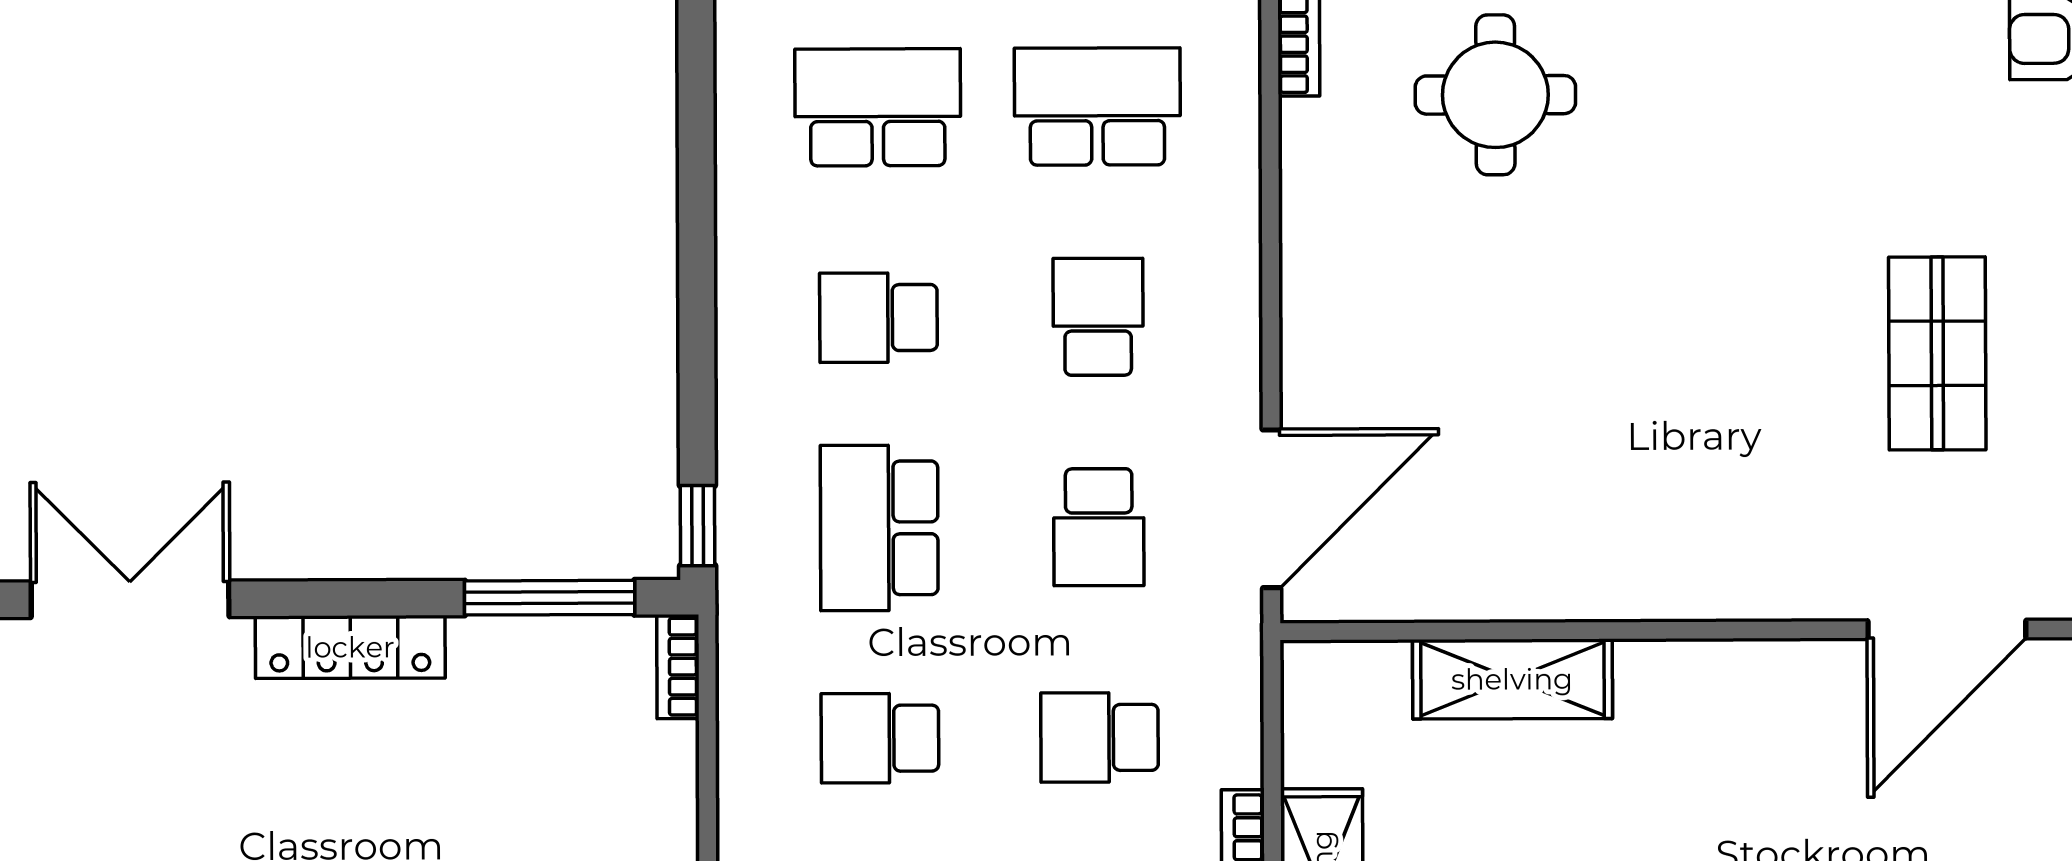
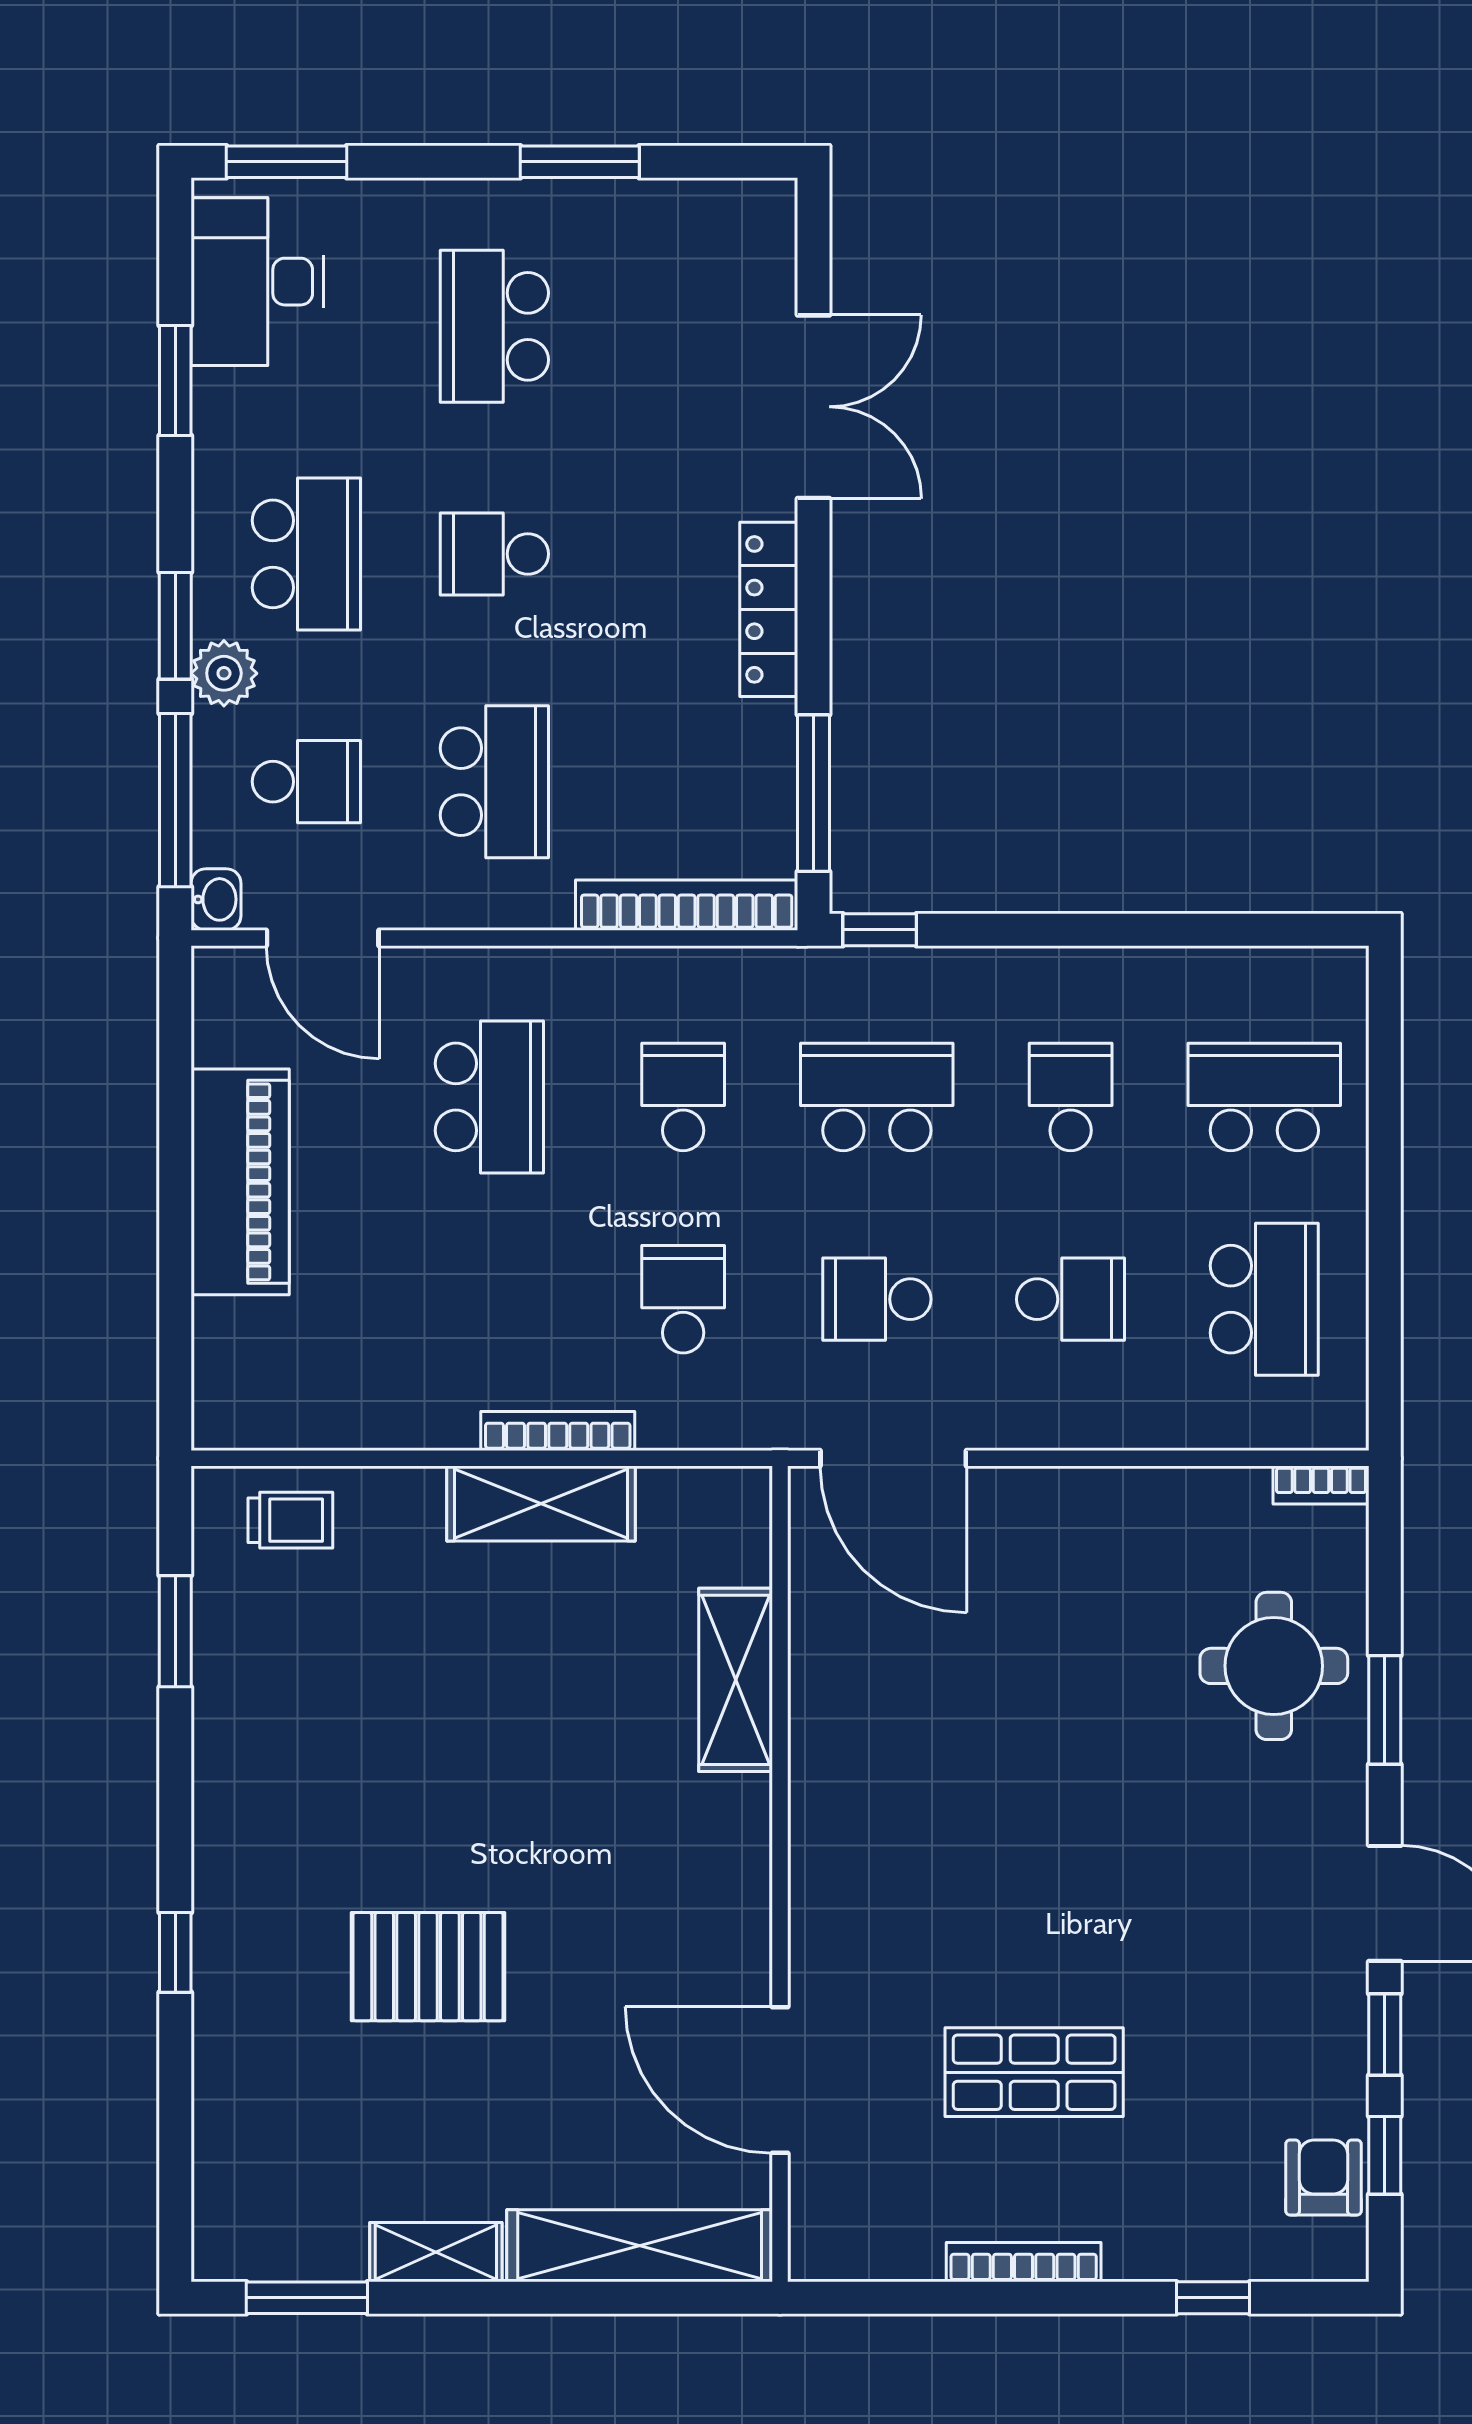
school desk: (878, 107) -> (1264, 1097), turned -90
bookcase: (678, 667) -> (687, 905), width x2.31, depth x1.31

